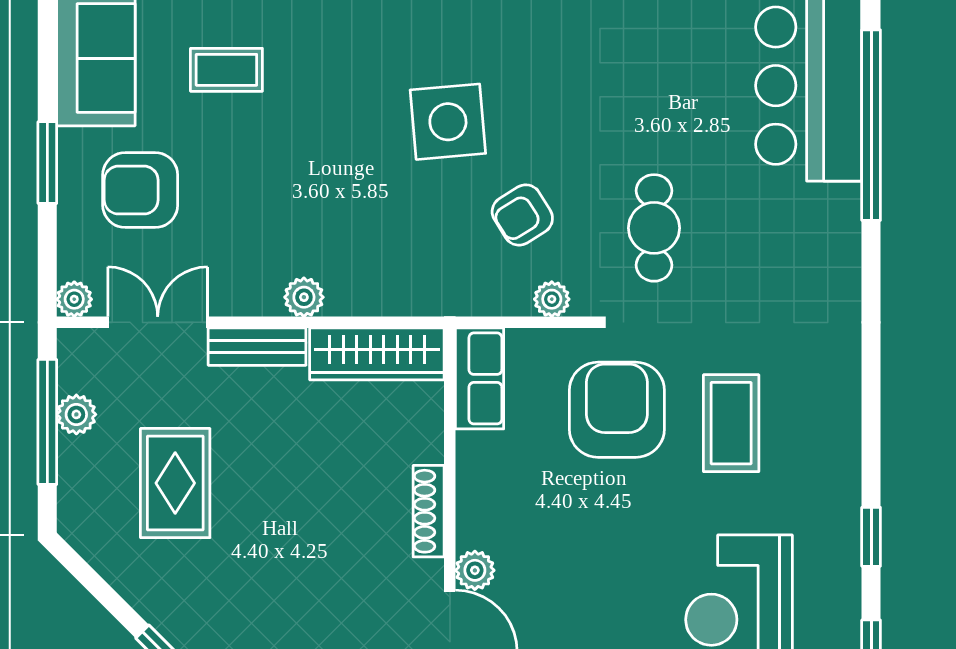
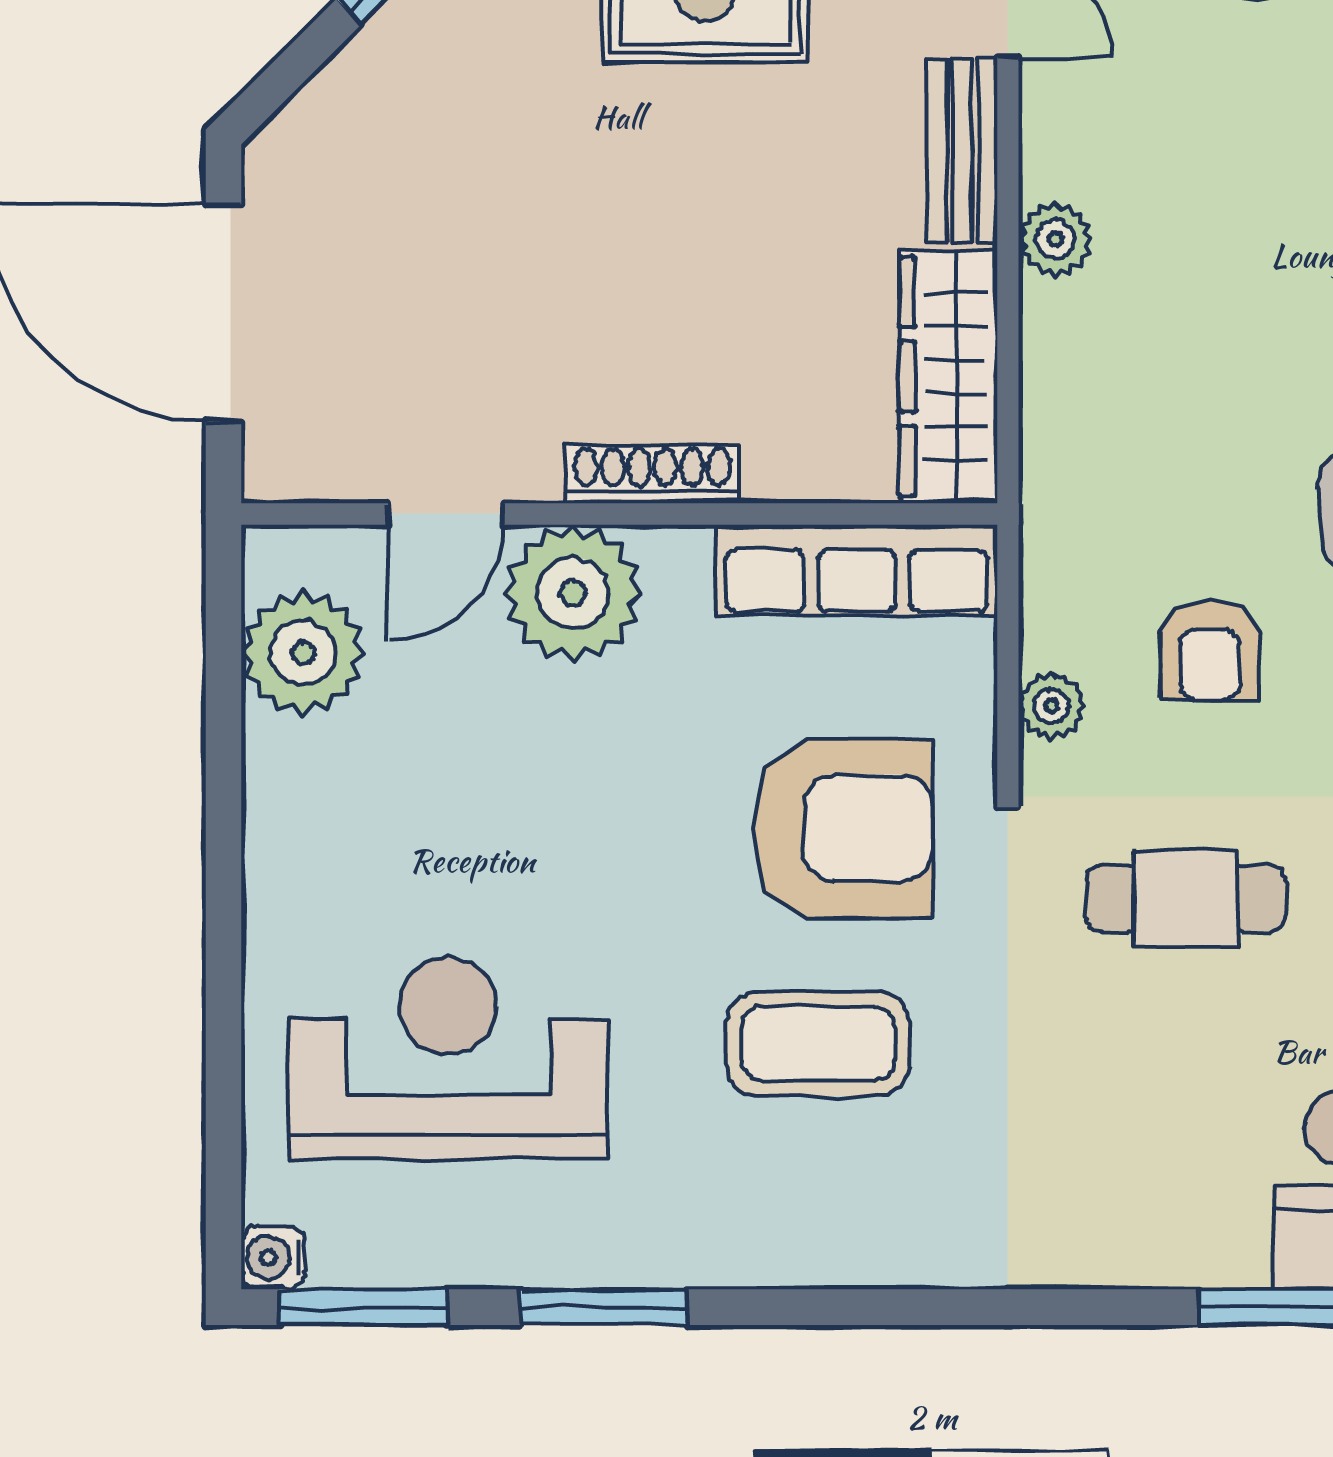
armchair: (522, 215) -> (1210, 650), turned -148
row of seats: (480, 378) -> (857, 570), width x1.48
window: (871, 537) -> (604, 1307), width x1.50
plant: (475, 570) -> (573, 593), width x1.87, depth x1.87

